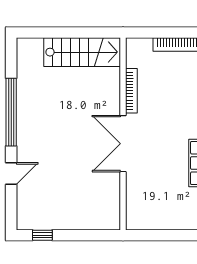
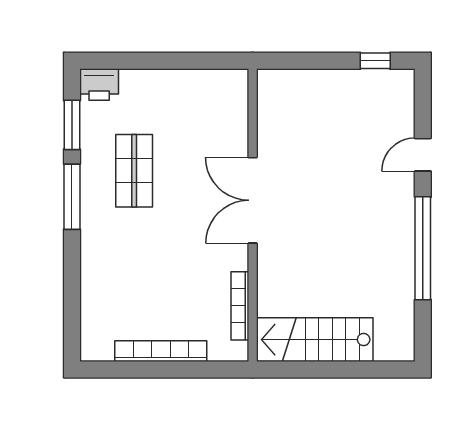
bookcase: (131, 91) -> (240, 306), moved
double door: (123, 144) -> (253, 200), swing flipped

